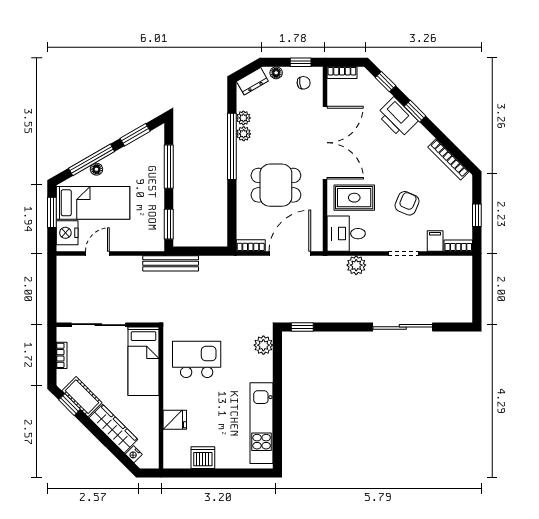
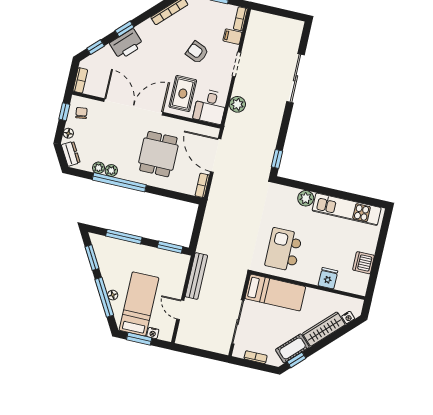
nightstand: (67, 233) -> (153, 333), width x0.53, depth x0.56
bench: (171, 263) -> (196, 276), moved
plant: (263, 345) -> (306, 198), moved

